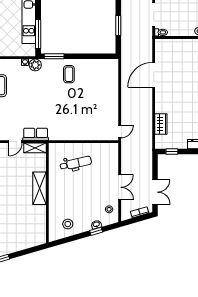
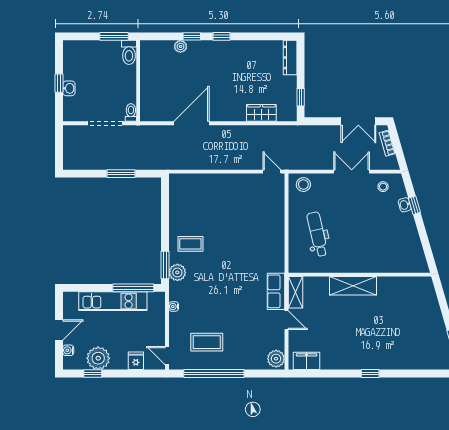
plant: (35, 65) -> (177, 272), moved
door: (154, 75) -> (191, 123), swing flipped
double door: (155, 192) -> (358, 121), swing flipped
stool: (68, 224) -> (303, 185), moved

